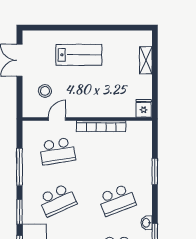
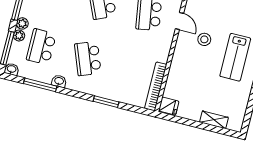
stool: (45, 91) -> (204, 39), moved
bookcase: (101, 126) -> (156, 86), moved

